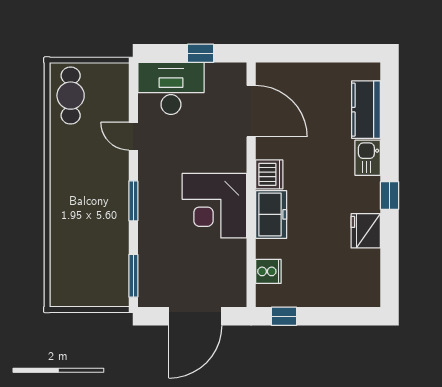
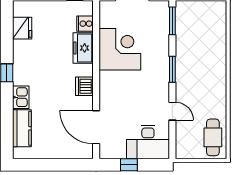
corner desk: (214, 206) -> (120, 49), moved
freezer: (271, 214) -> (83, 48), moved
fridge: (366, 231) -> (22, 28), moved

